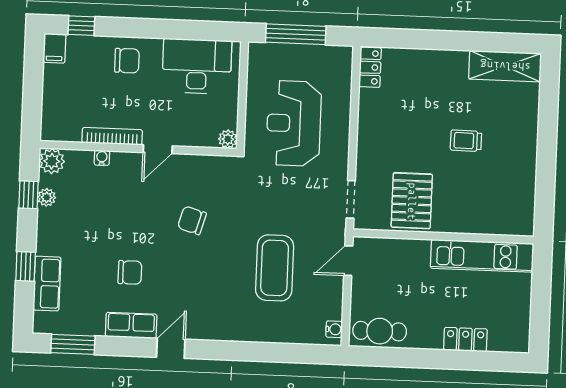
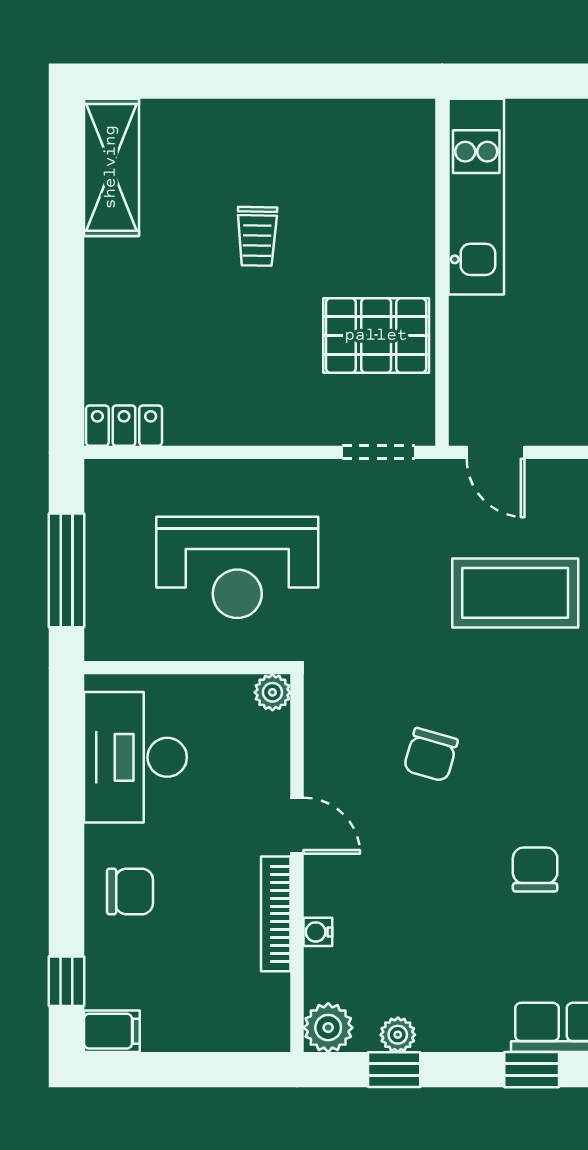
chair: (127, 61) -> (130, 891), turned 90

